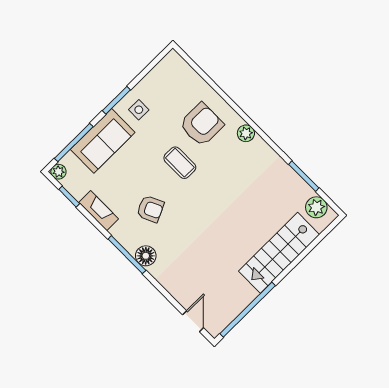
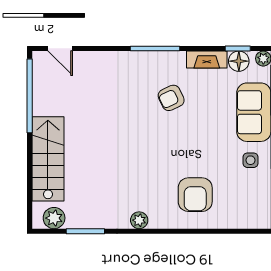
plant: (246, 133) -> (139, 220), moved
coffee table: (180, 163) -> (183, 152), removed
floor lamp: (146, 256) -> (239, 61), moved

